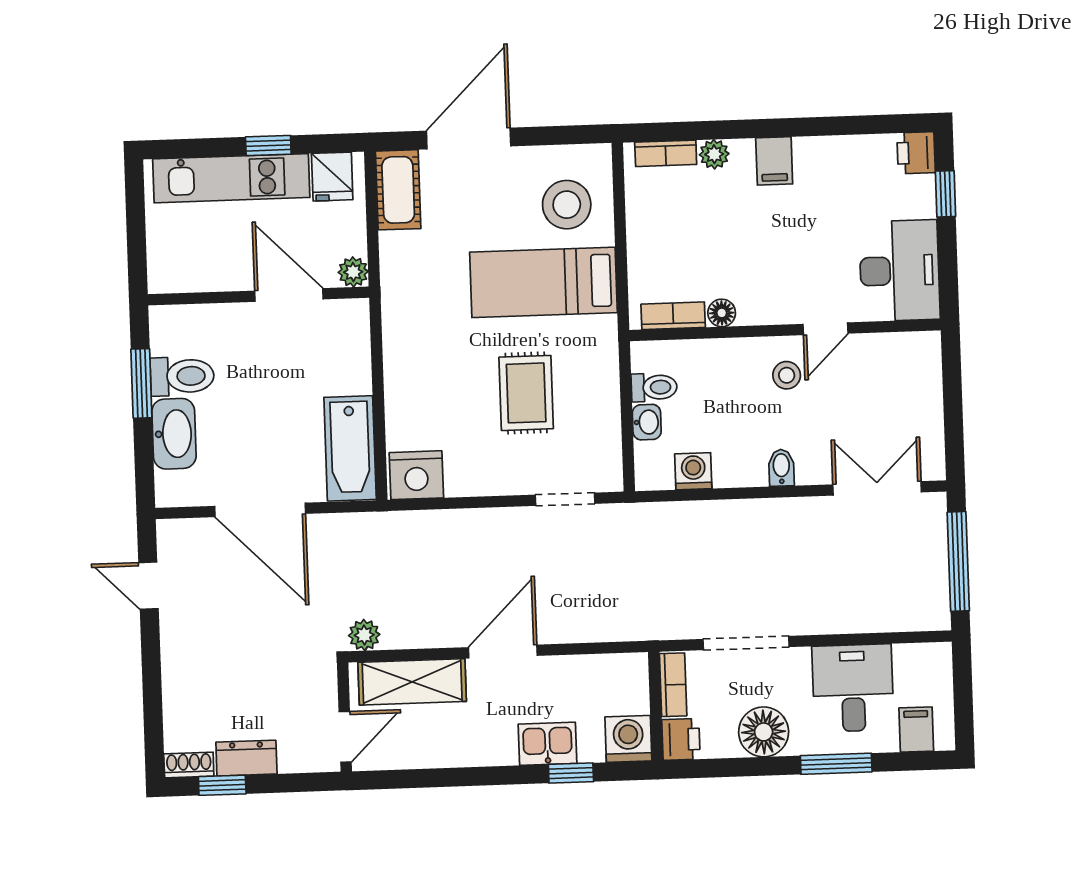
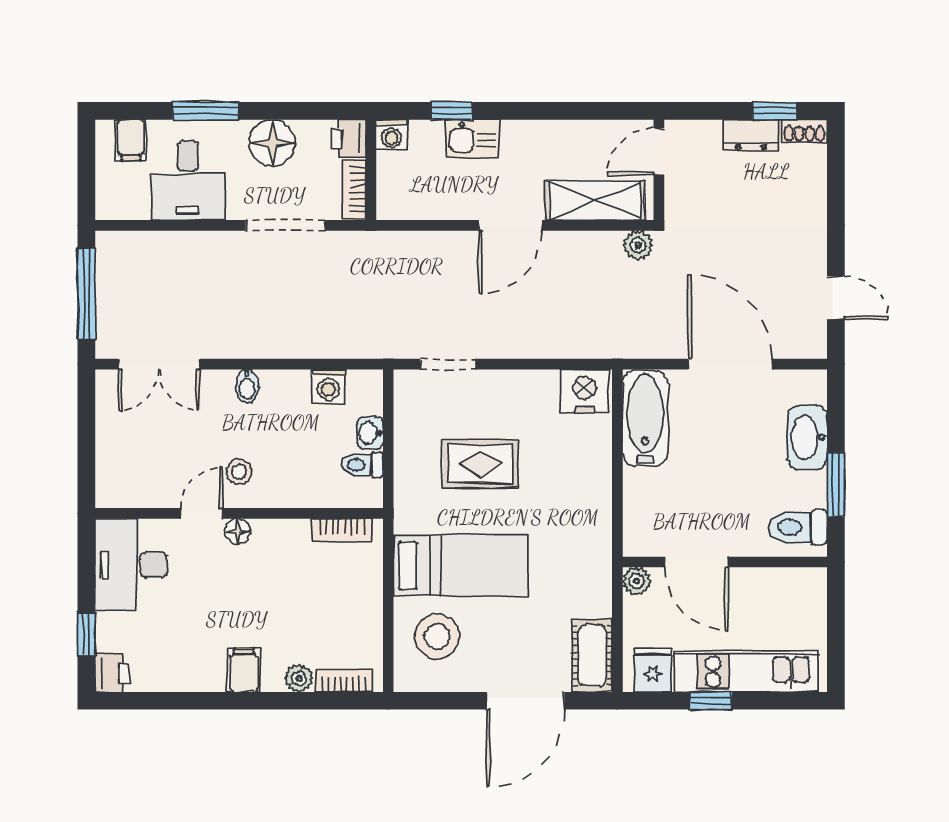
floor lamp: (722, 313) -> (238, 531), moved
toilet: (182, 376) -> (798, 527), moved
rug: (526, 393) -> (481, 464), turned 90
washing machine: (628, 739) -> (391, 135), width x0.73, depth x0.73

